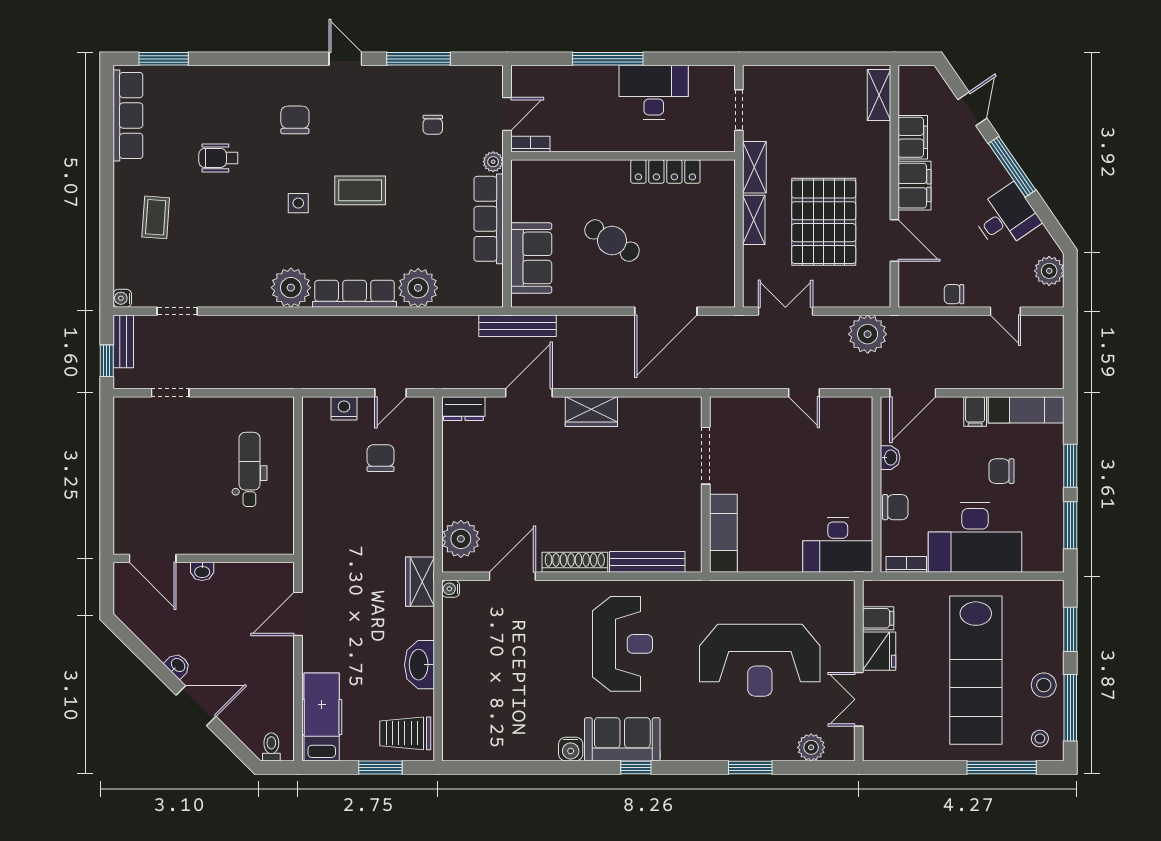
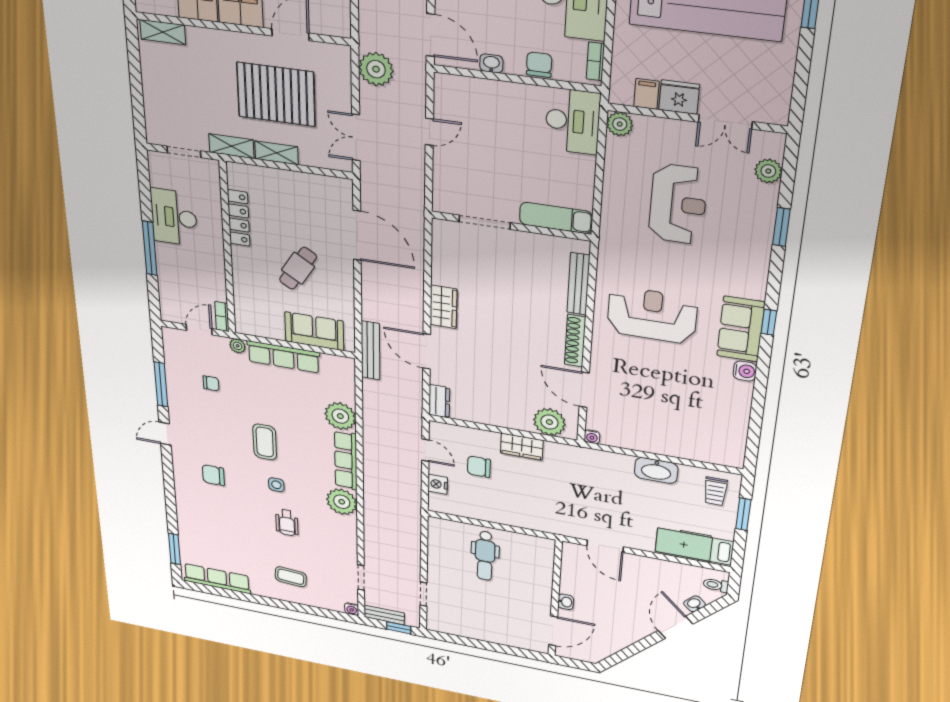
door: (507, 114) -> (199, 330), hinge flipped
wheelchair: (218, 158) -> (287, 523), moved
dental chair: (249, 469) -> (485, 556), turned -90
wardrobe: (420, 582) -> (522, 447), moved
plant: (841, 594) -> (620, 124), added
reception desk: (760, 660) -> (678, 204), width x0.74, depth x0.77
washbasin: (178, 665) -> (694, 604), moved
trolley: (405, 733) -> (715, 491), width x0.73, depth x0.72

